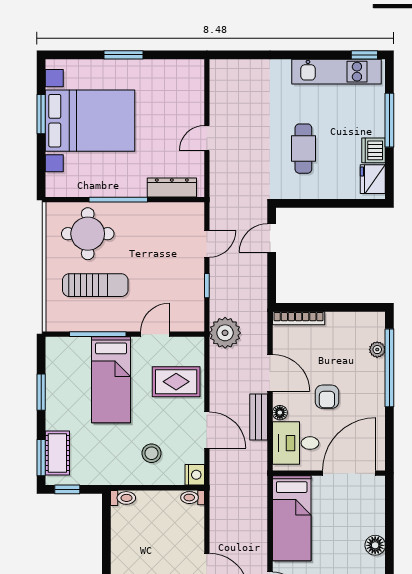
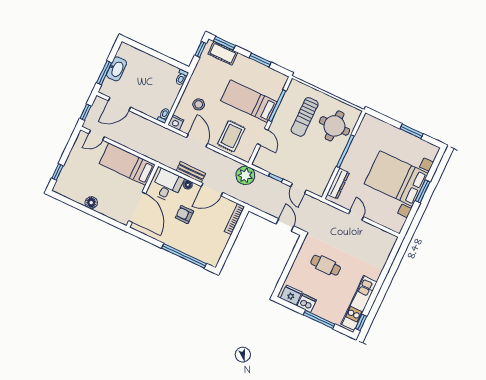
bed with nightstands: (90, 121) -> (396, 179), moved, turned 90
plant: (377, 350) -> (197, 254), removed
door: (207, 430) -> (197, 141), swing flipped

